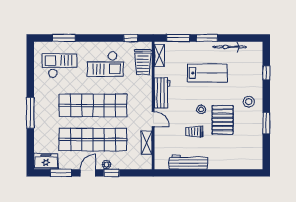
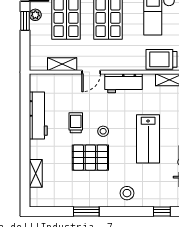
window: (266, 73) -> (162, 211), moved
stool: (249, 102) -> (127, 193), moved
shelving: (235, 164) -> (36, 173), added

